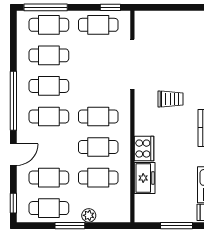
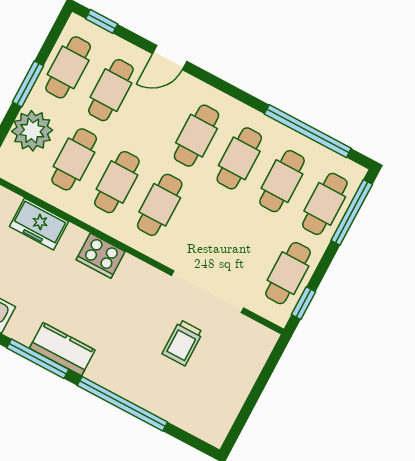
trolley: (171, 99) -> (183, 343), moved
window: (13, 101) -> (308, 131), moved
cooker: (144, 149) -> (101, 256), moved
door: (13, 155) -> (170, 58), hinge flipped
plant: (89, 215) -> (32, 131), width x1.88, depth x1.88

